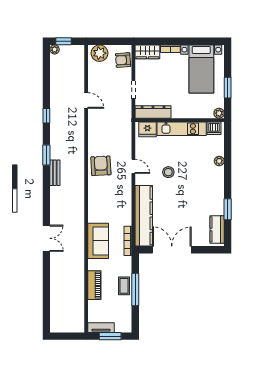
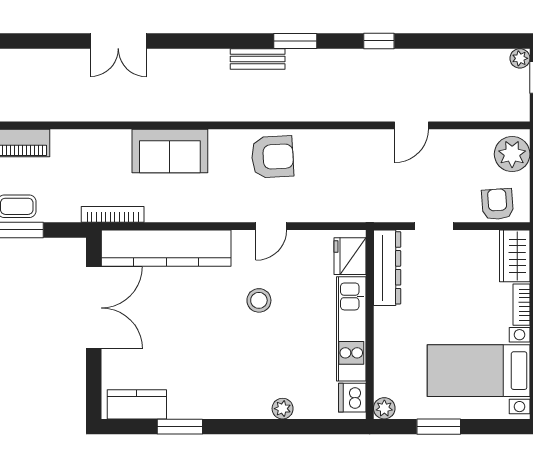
sofa: (98, 241) -> (170, 151), moved

